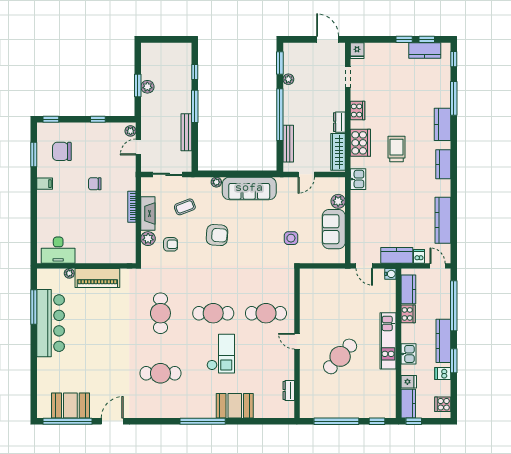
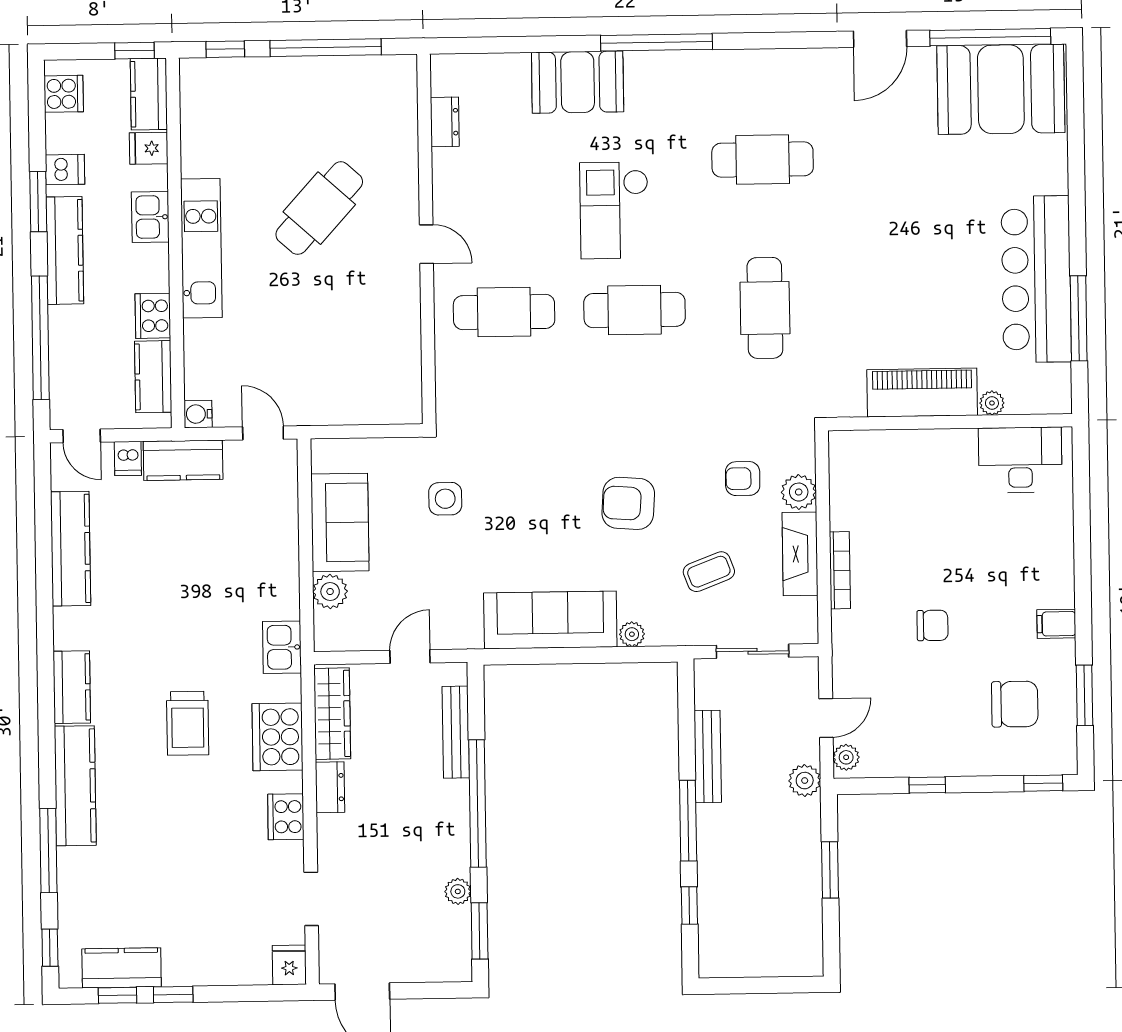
plant: (147, 87) -> (805, 781), moved
kitchen counter: (442, 124) -> (75, 786), width x1.50
booth: (70, 405) -> (1001, 89), width x1.36, depth x1.42

